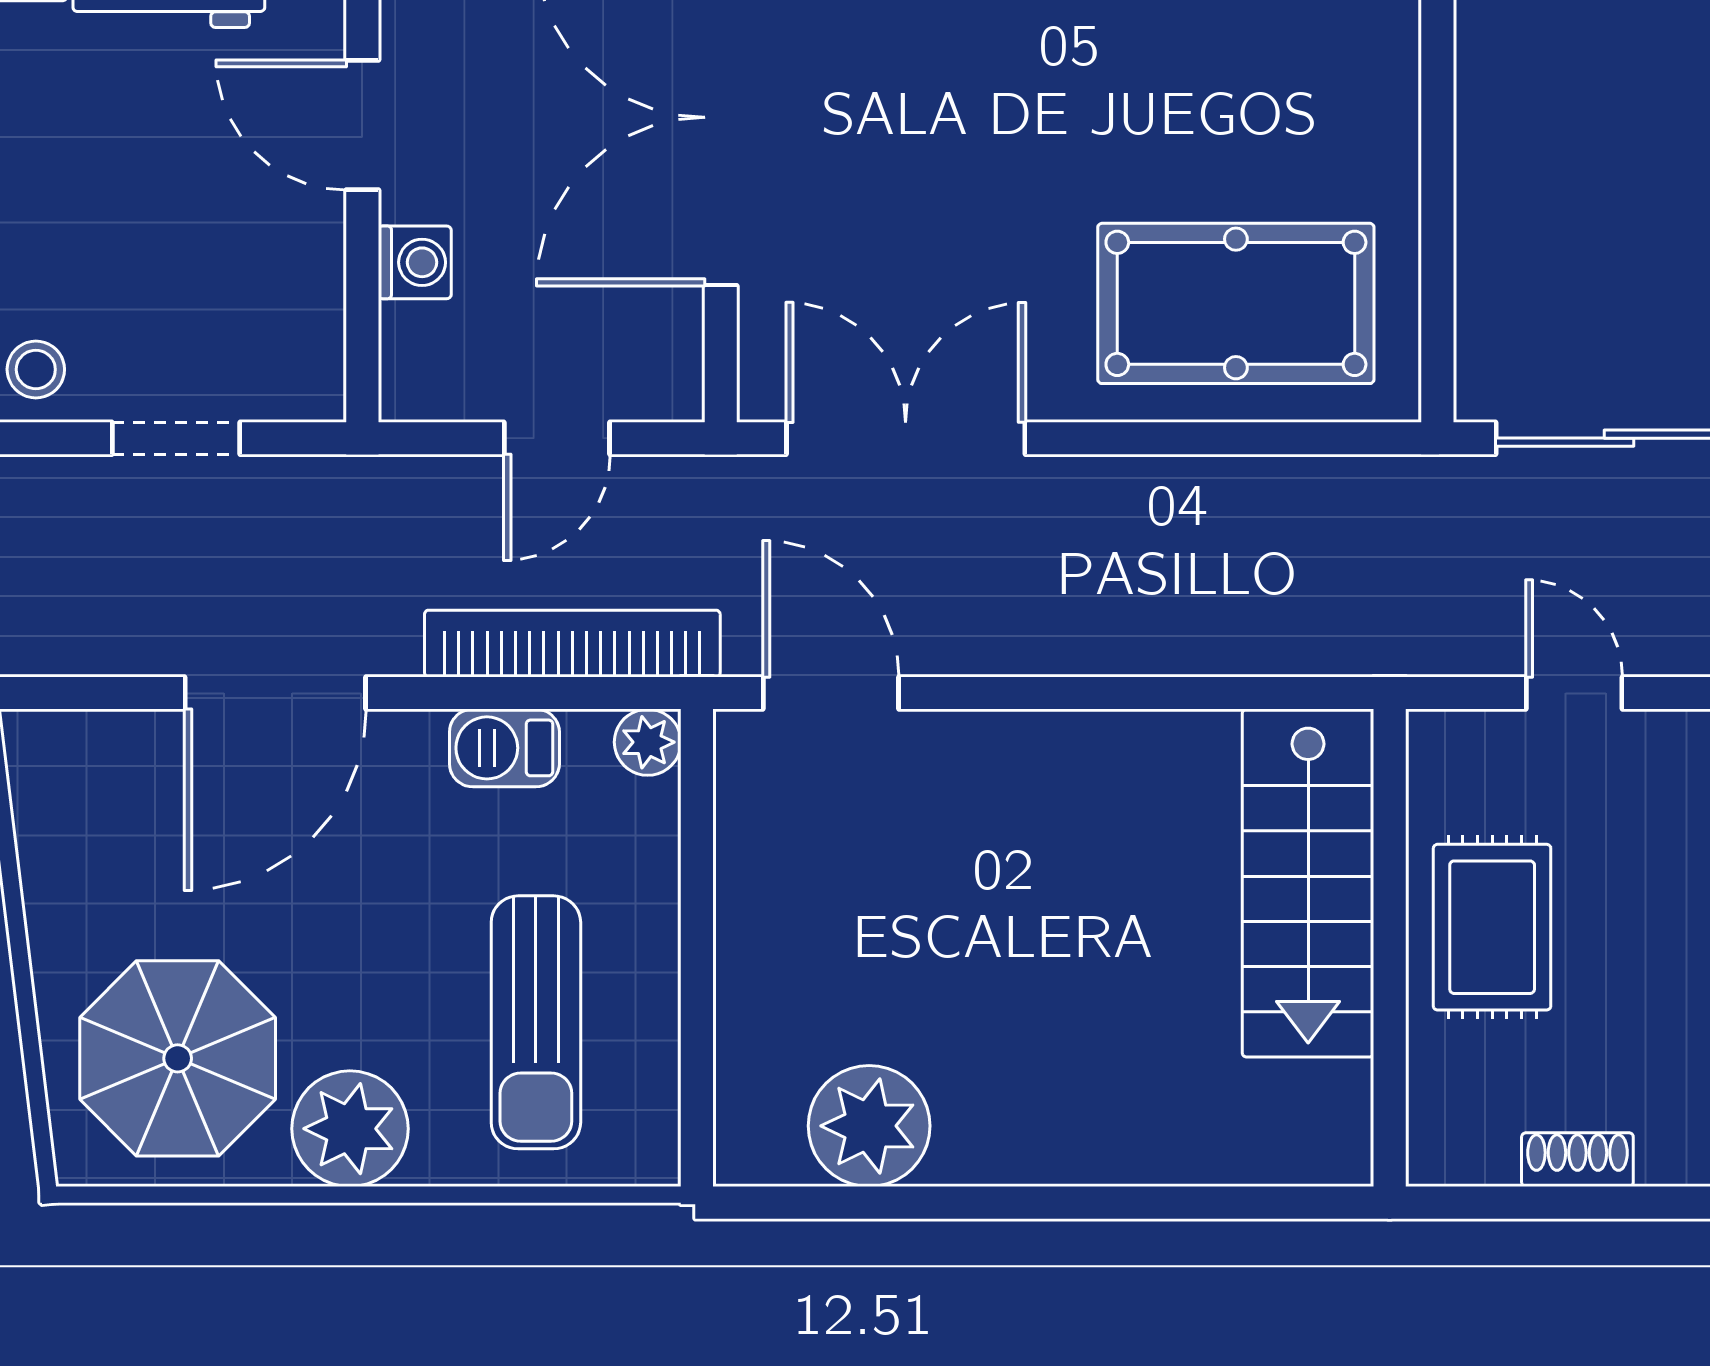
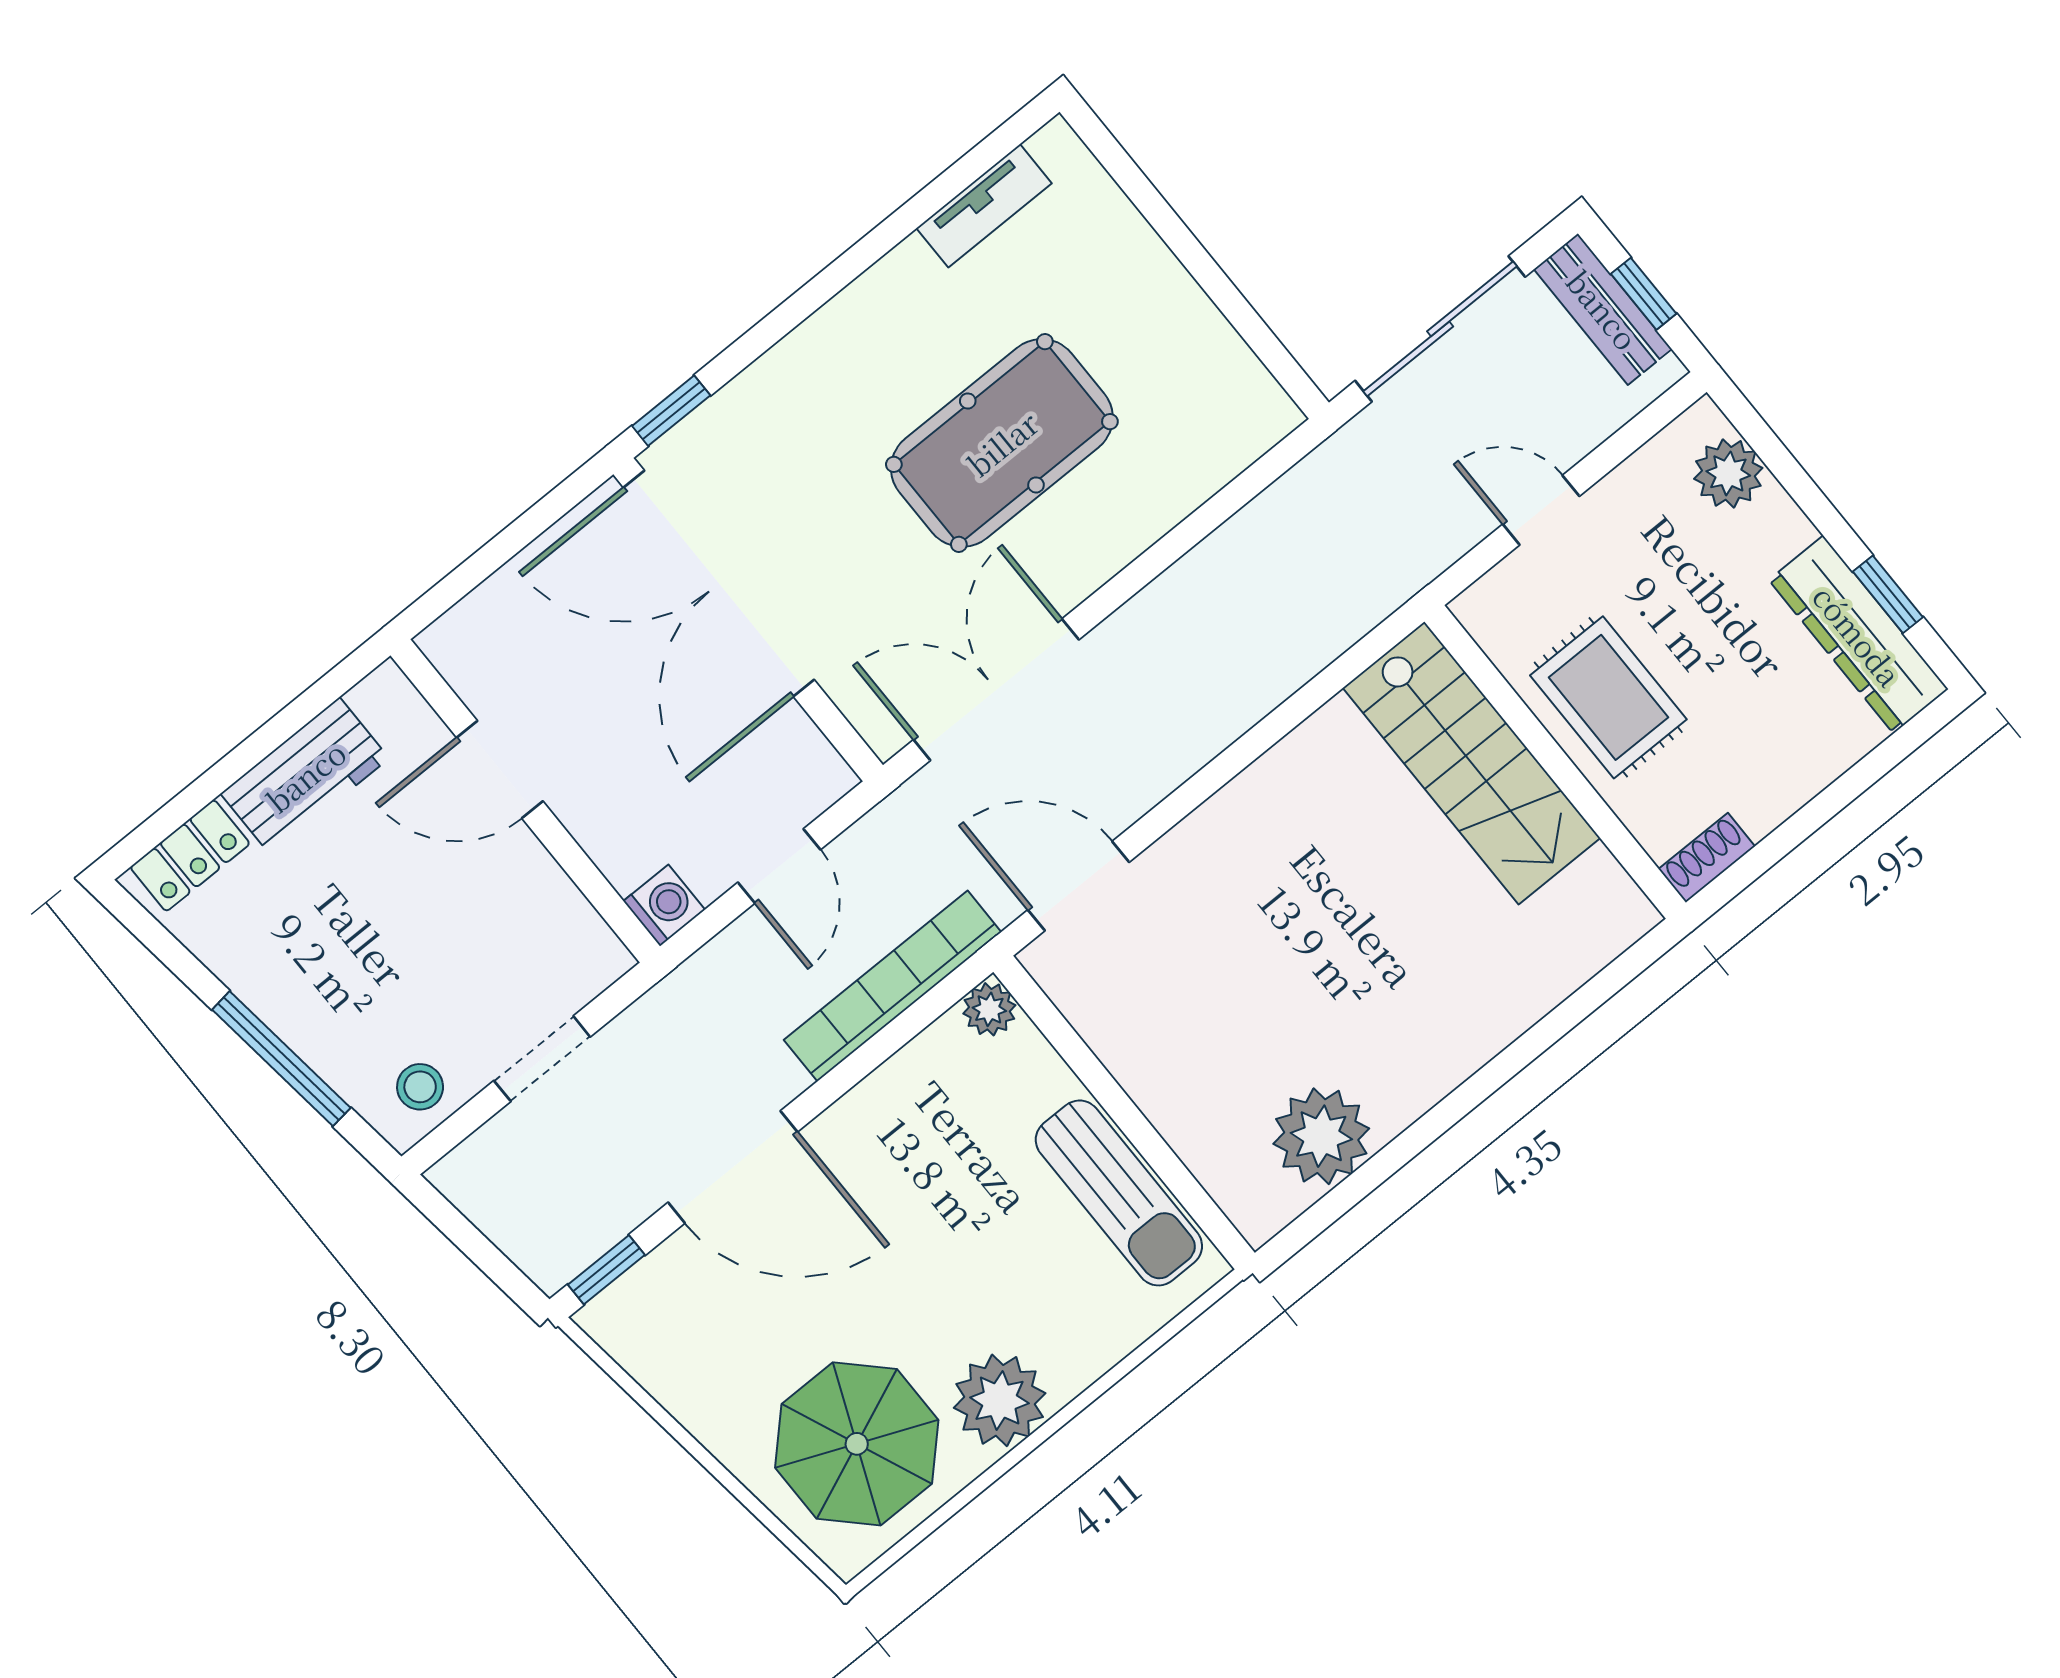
washing machine: (415, 262) -> (664, 905), moved
pool table: (1236, 303) -> (1002, 443), moved
window: (72, 693) -> (606, 1270), added
door: (275, 693) -> (733, 1167), hinge flipped
barbecue: (504, 748) -> (903, 1085), removed
sun lounger: (536, 1022) -> (1119, 1193), moved
shoe rack: (1577, 1160) -> (1707, 858), moved

